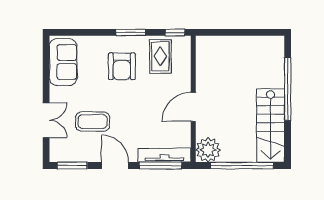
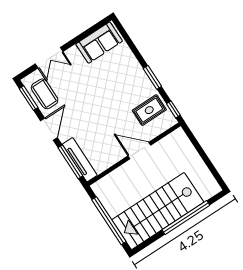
armchair: (122, 66) -> (124, 87), removed
door: (193, 107) -> (139, 150), moved
coffee table: (93, 121) -> (45, 94), moved
stairs: (271, 125) -> (158, 211), width x1.36, depth x1.51
plant: (208, 150) -> (104, 189), removed

